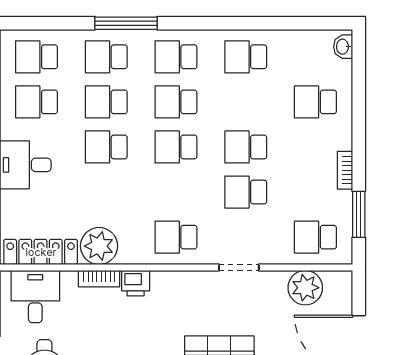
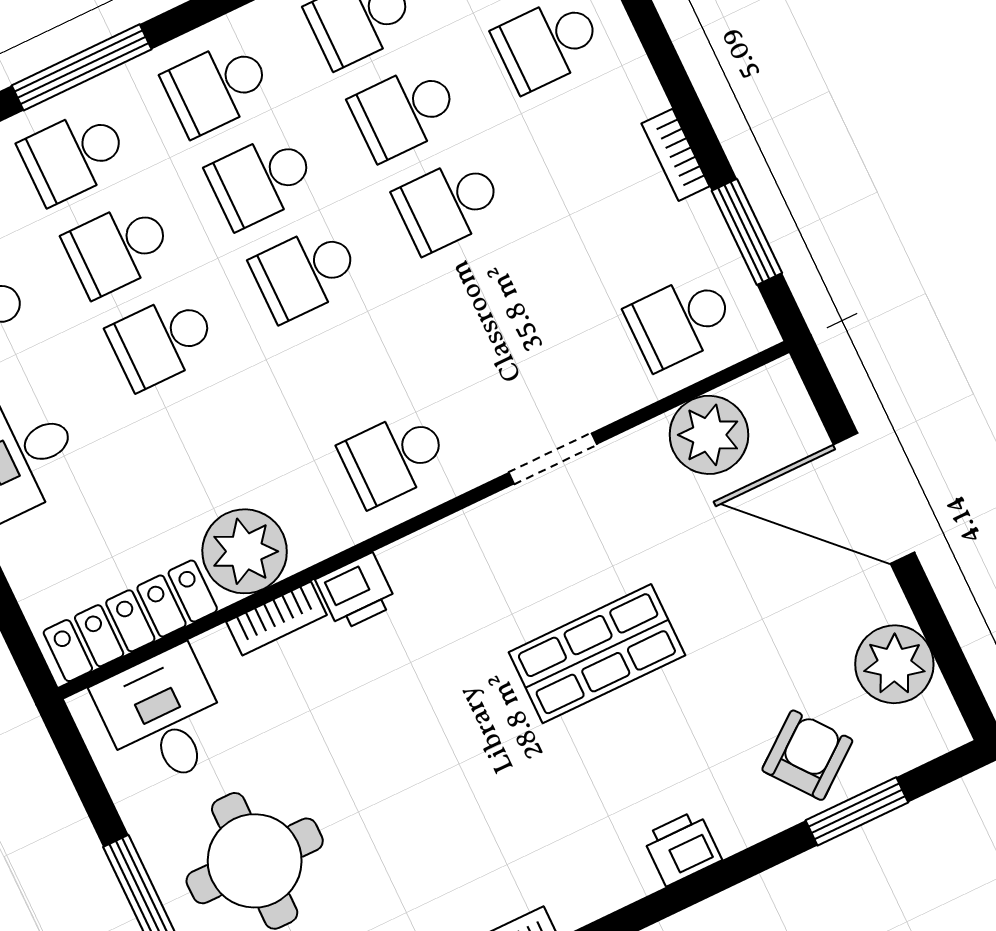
school desk: (246, 192) -> (405, 112), moved

